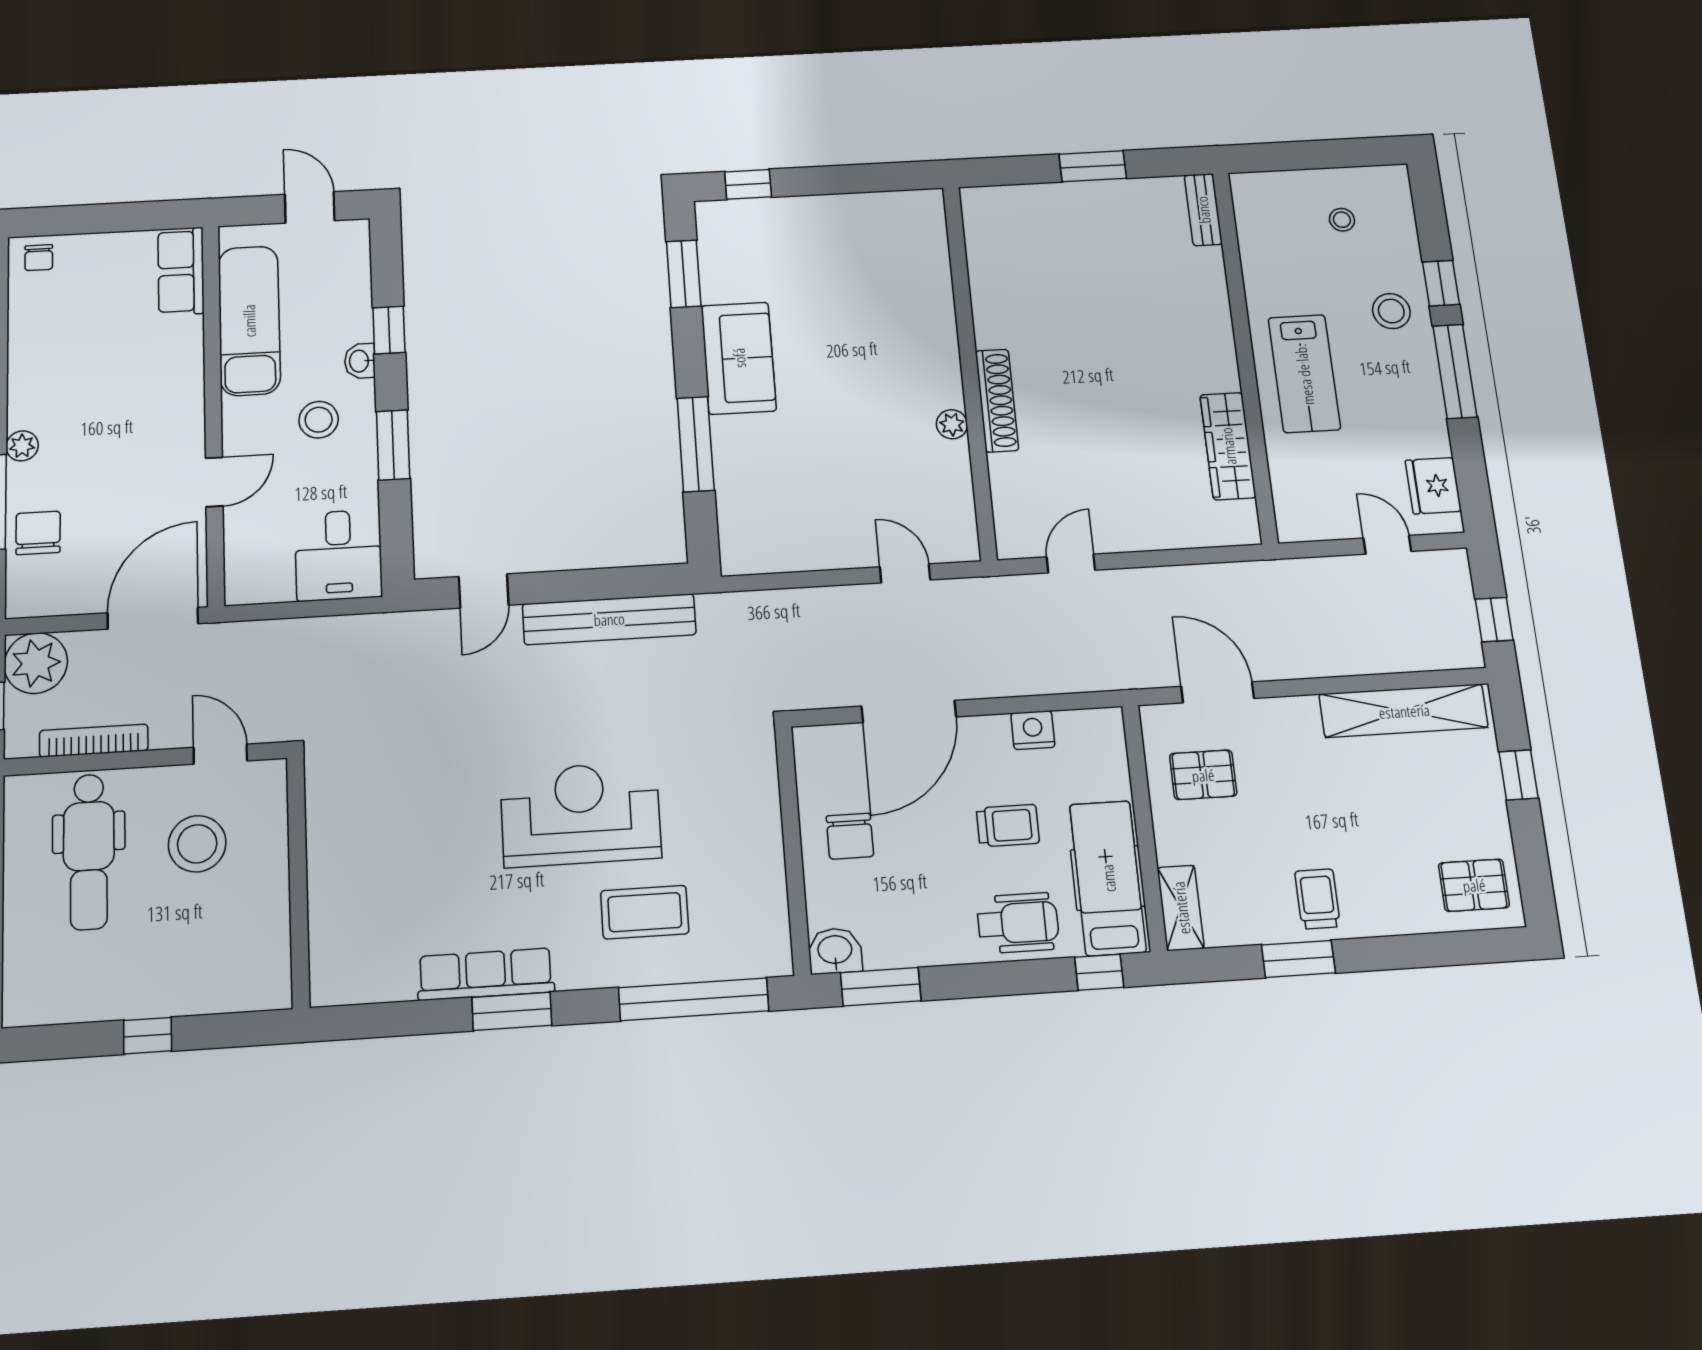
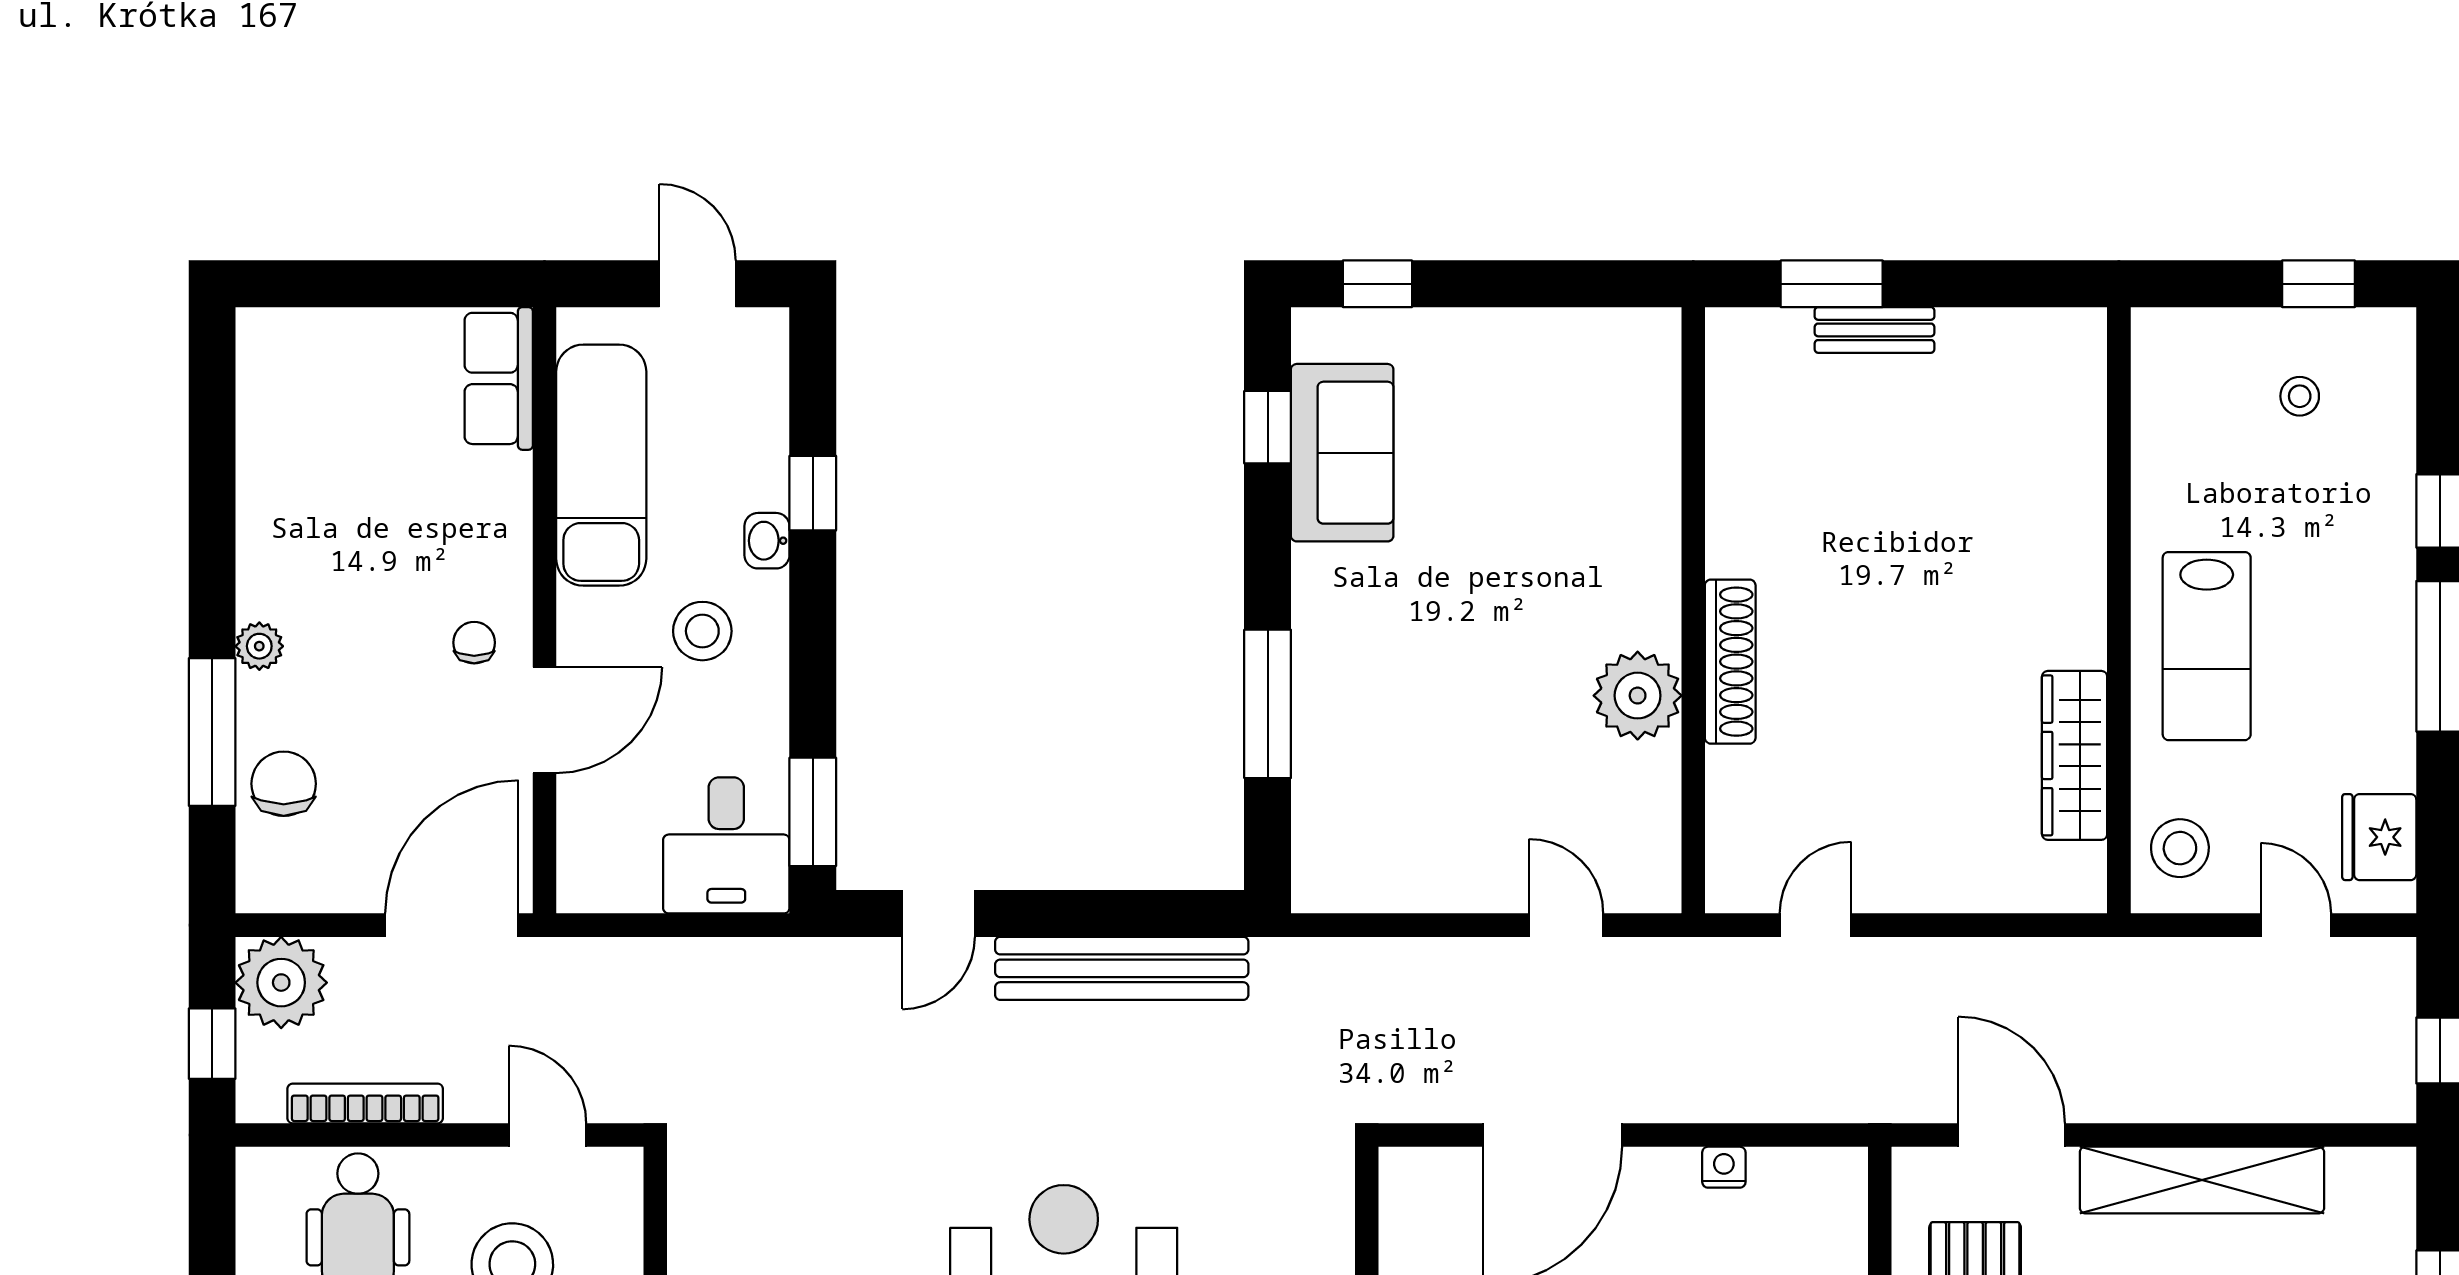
window: (1344, 153) -> (2319, 284), added
window: (1093, 166) -> (1832, 284), moved
bench: (1203, 210) -> (1874, 330), moved, turned 90
chair: (39, 258) -> (474, 643), moved, turned 180
window: (684, 274) -> (1268, 427), width x0.67
stool: (1391, 311) -> (2180, 848), moved
sofa: (739, 358) -> (1342, 453), moved
plant: (952, 424) -> (1638, 696), width x1.88, depth x1.88
window: (393, 445) -> (813, 812), moved
door: (214, 482) -> (545, 720), width x1.38
shelving: (1404, 711) -> (2202, 1180), moved
nightstand: (1033, 730) -> (1724, 1167), width x0.72, depth x0.74

